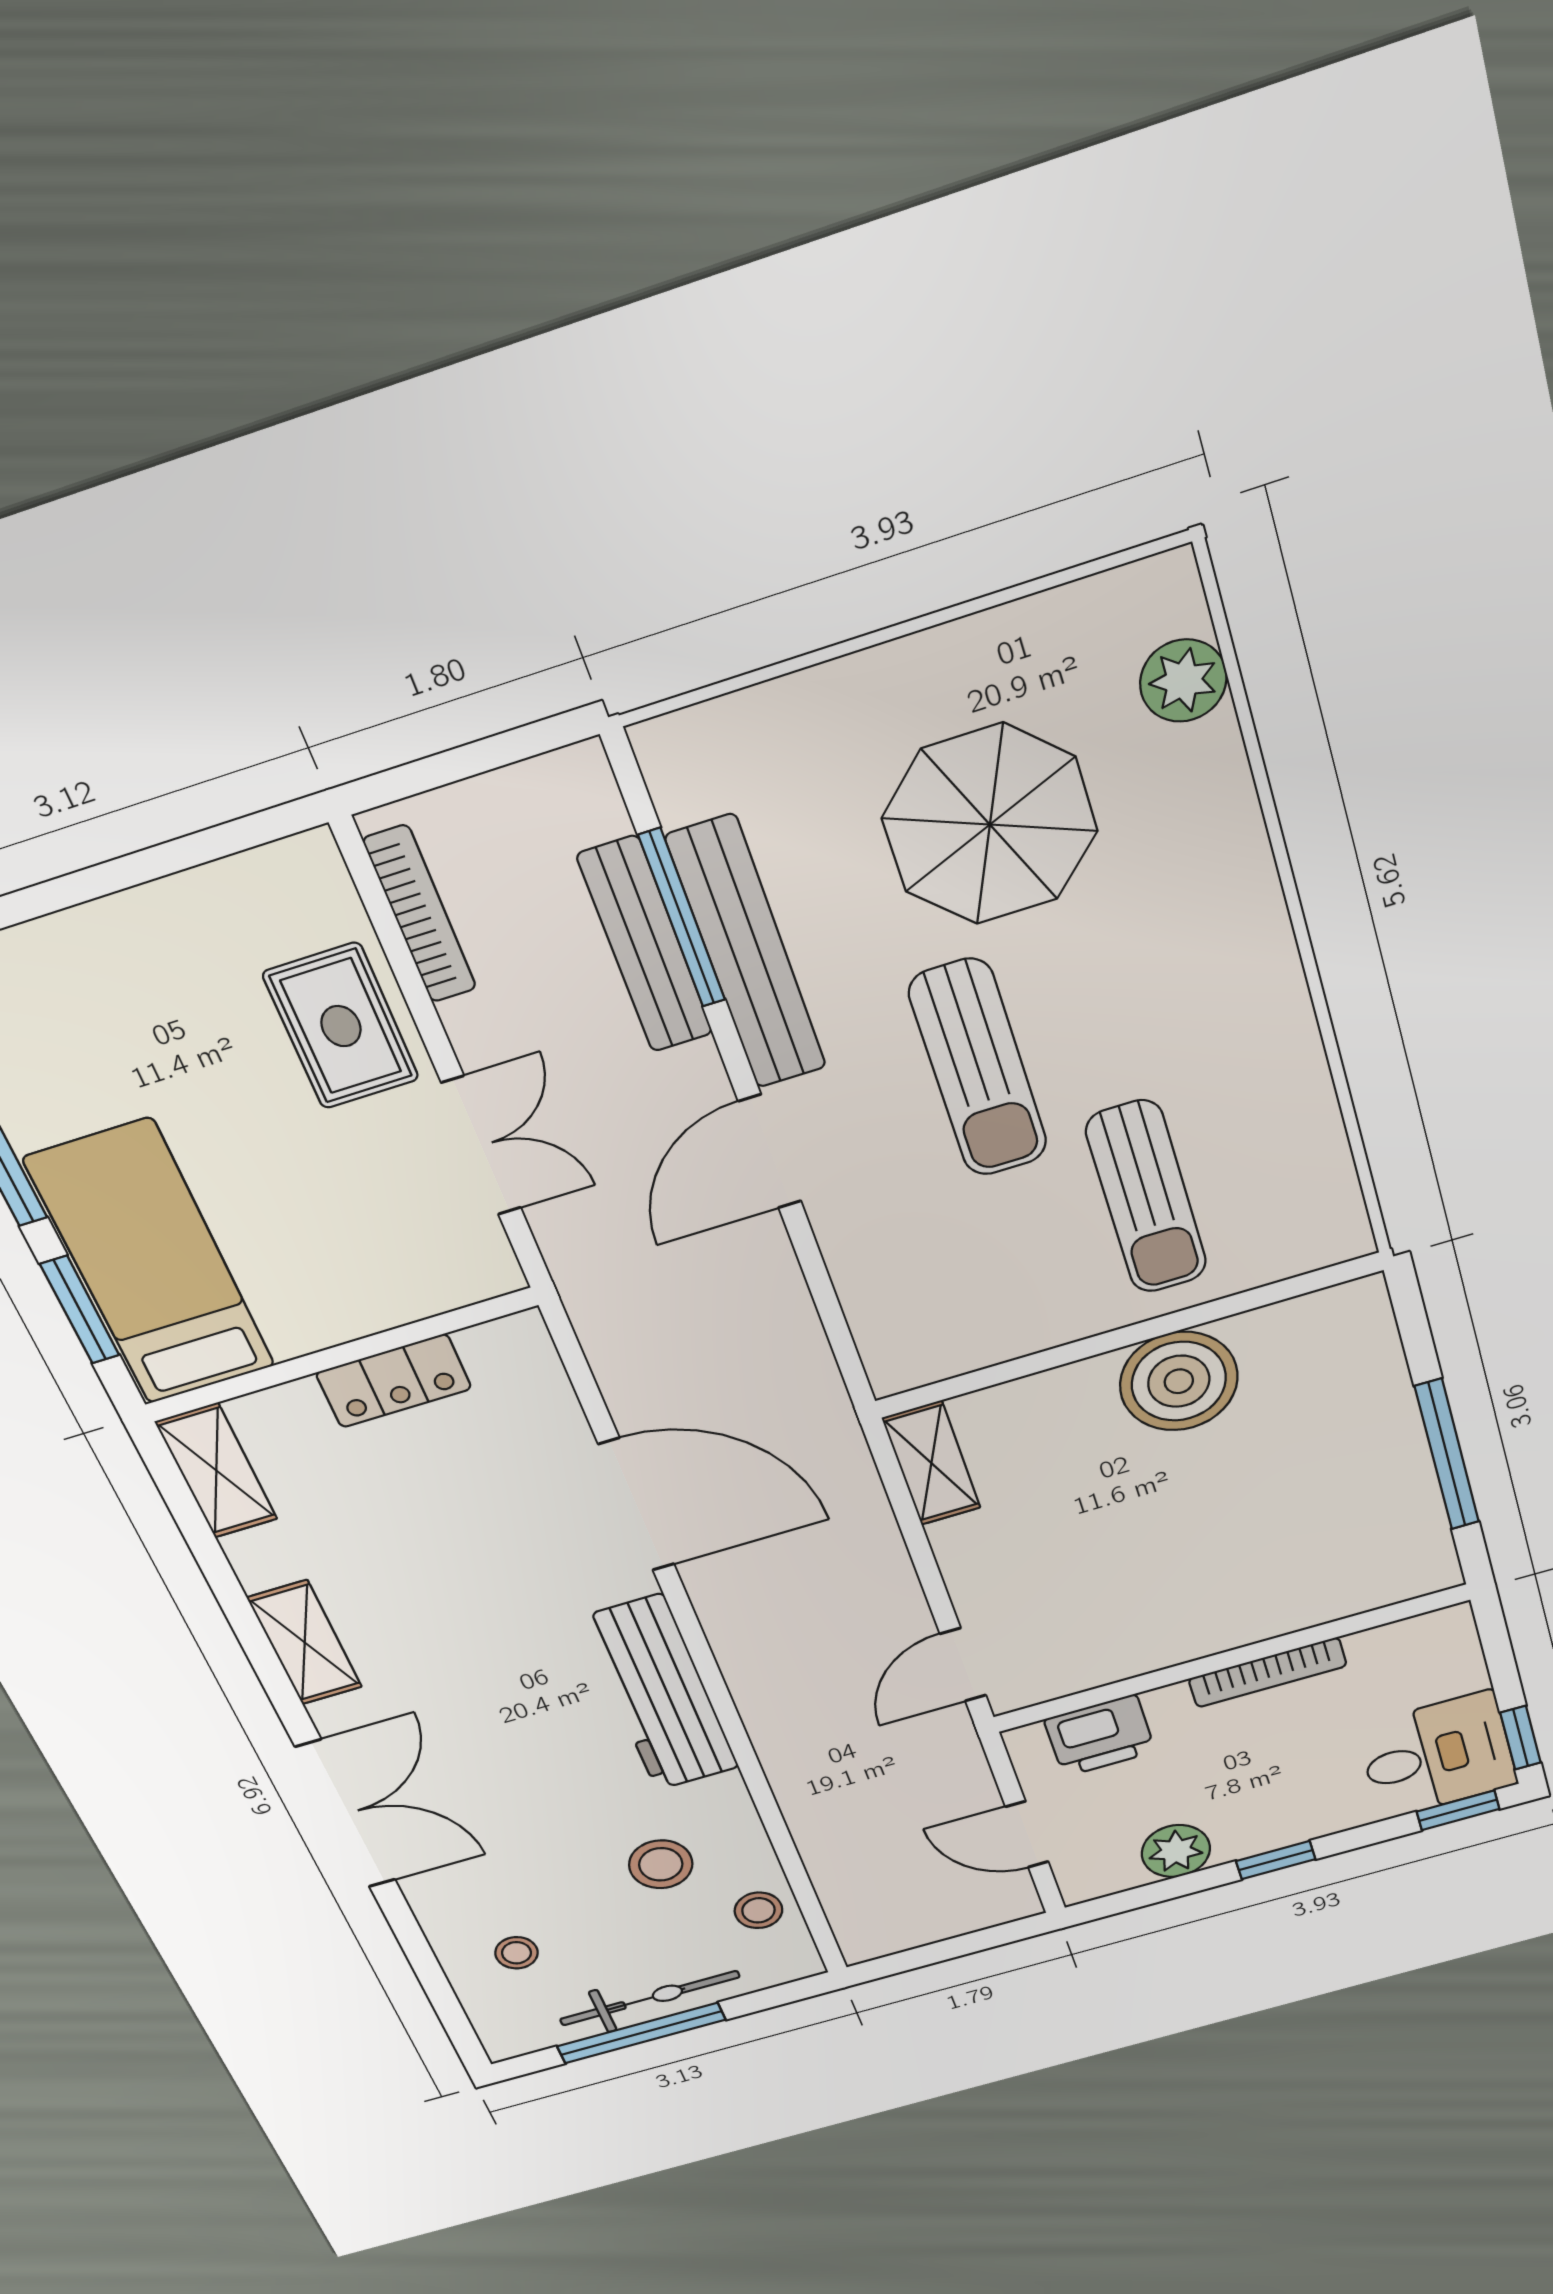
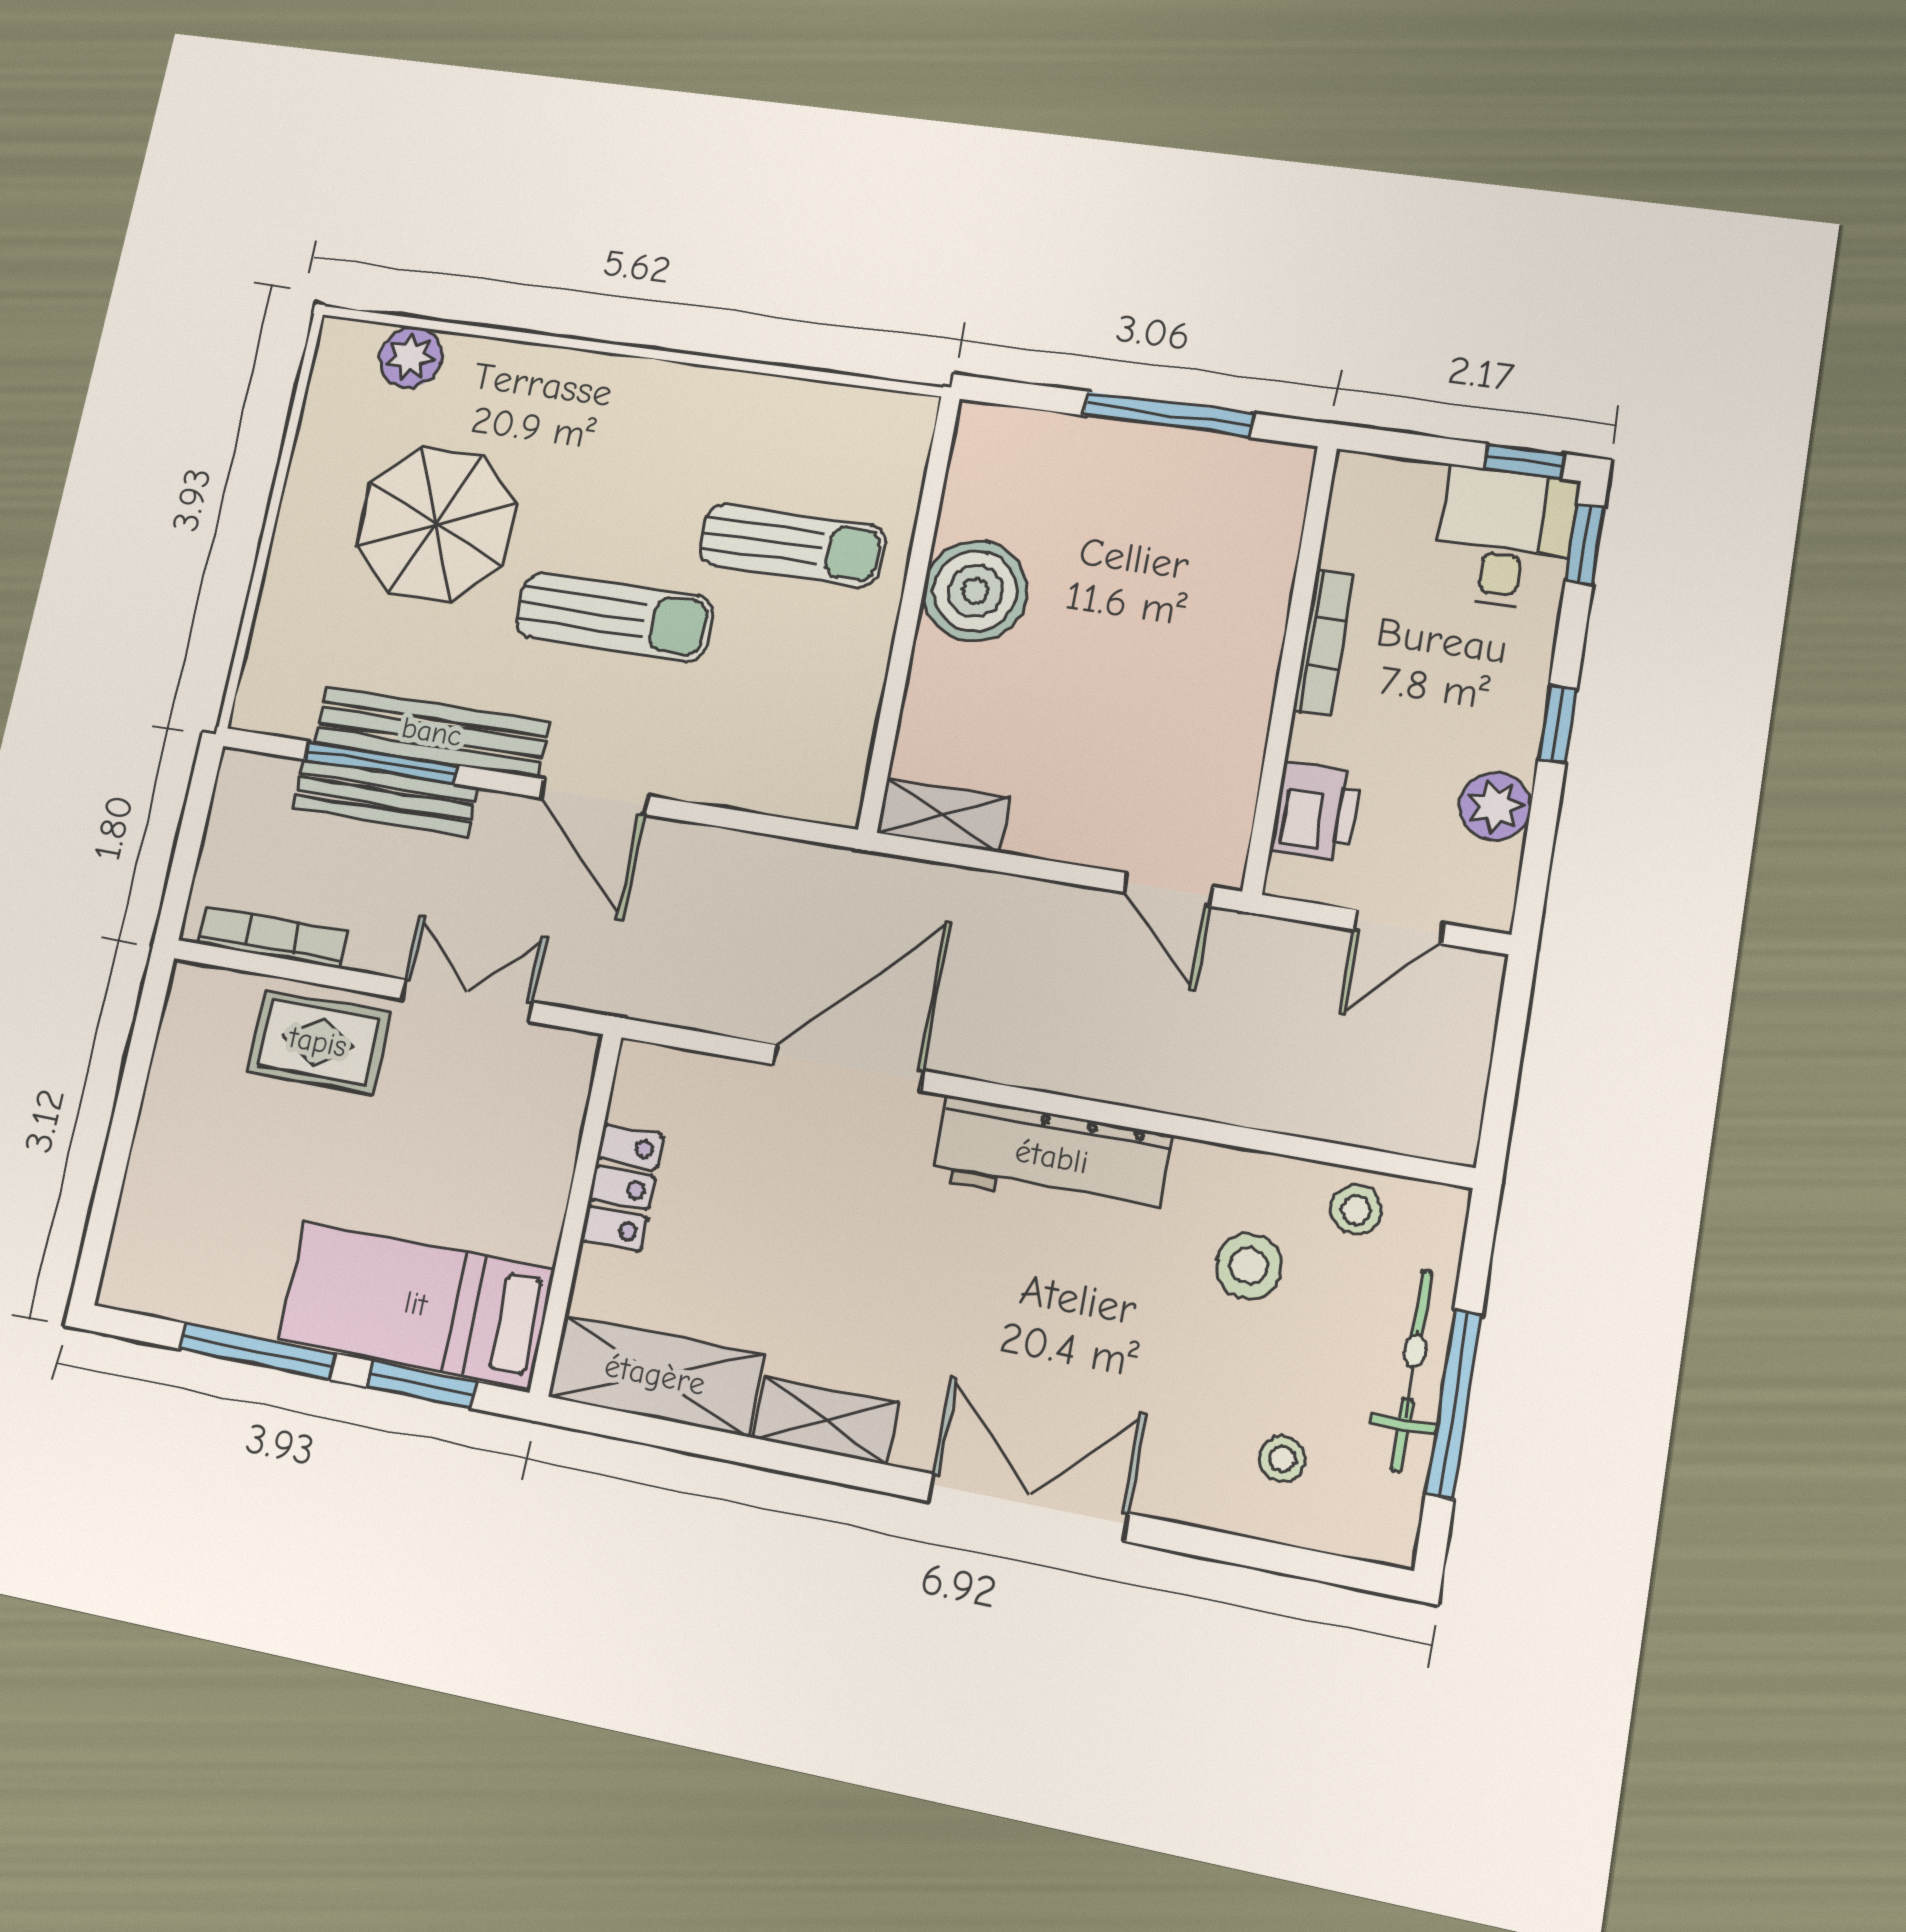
shelving: (216, 1471) -> (655, 1375), width x1.50, depth x1.33

